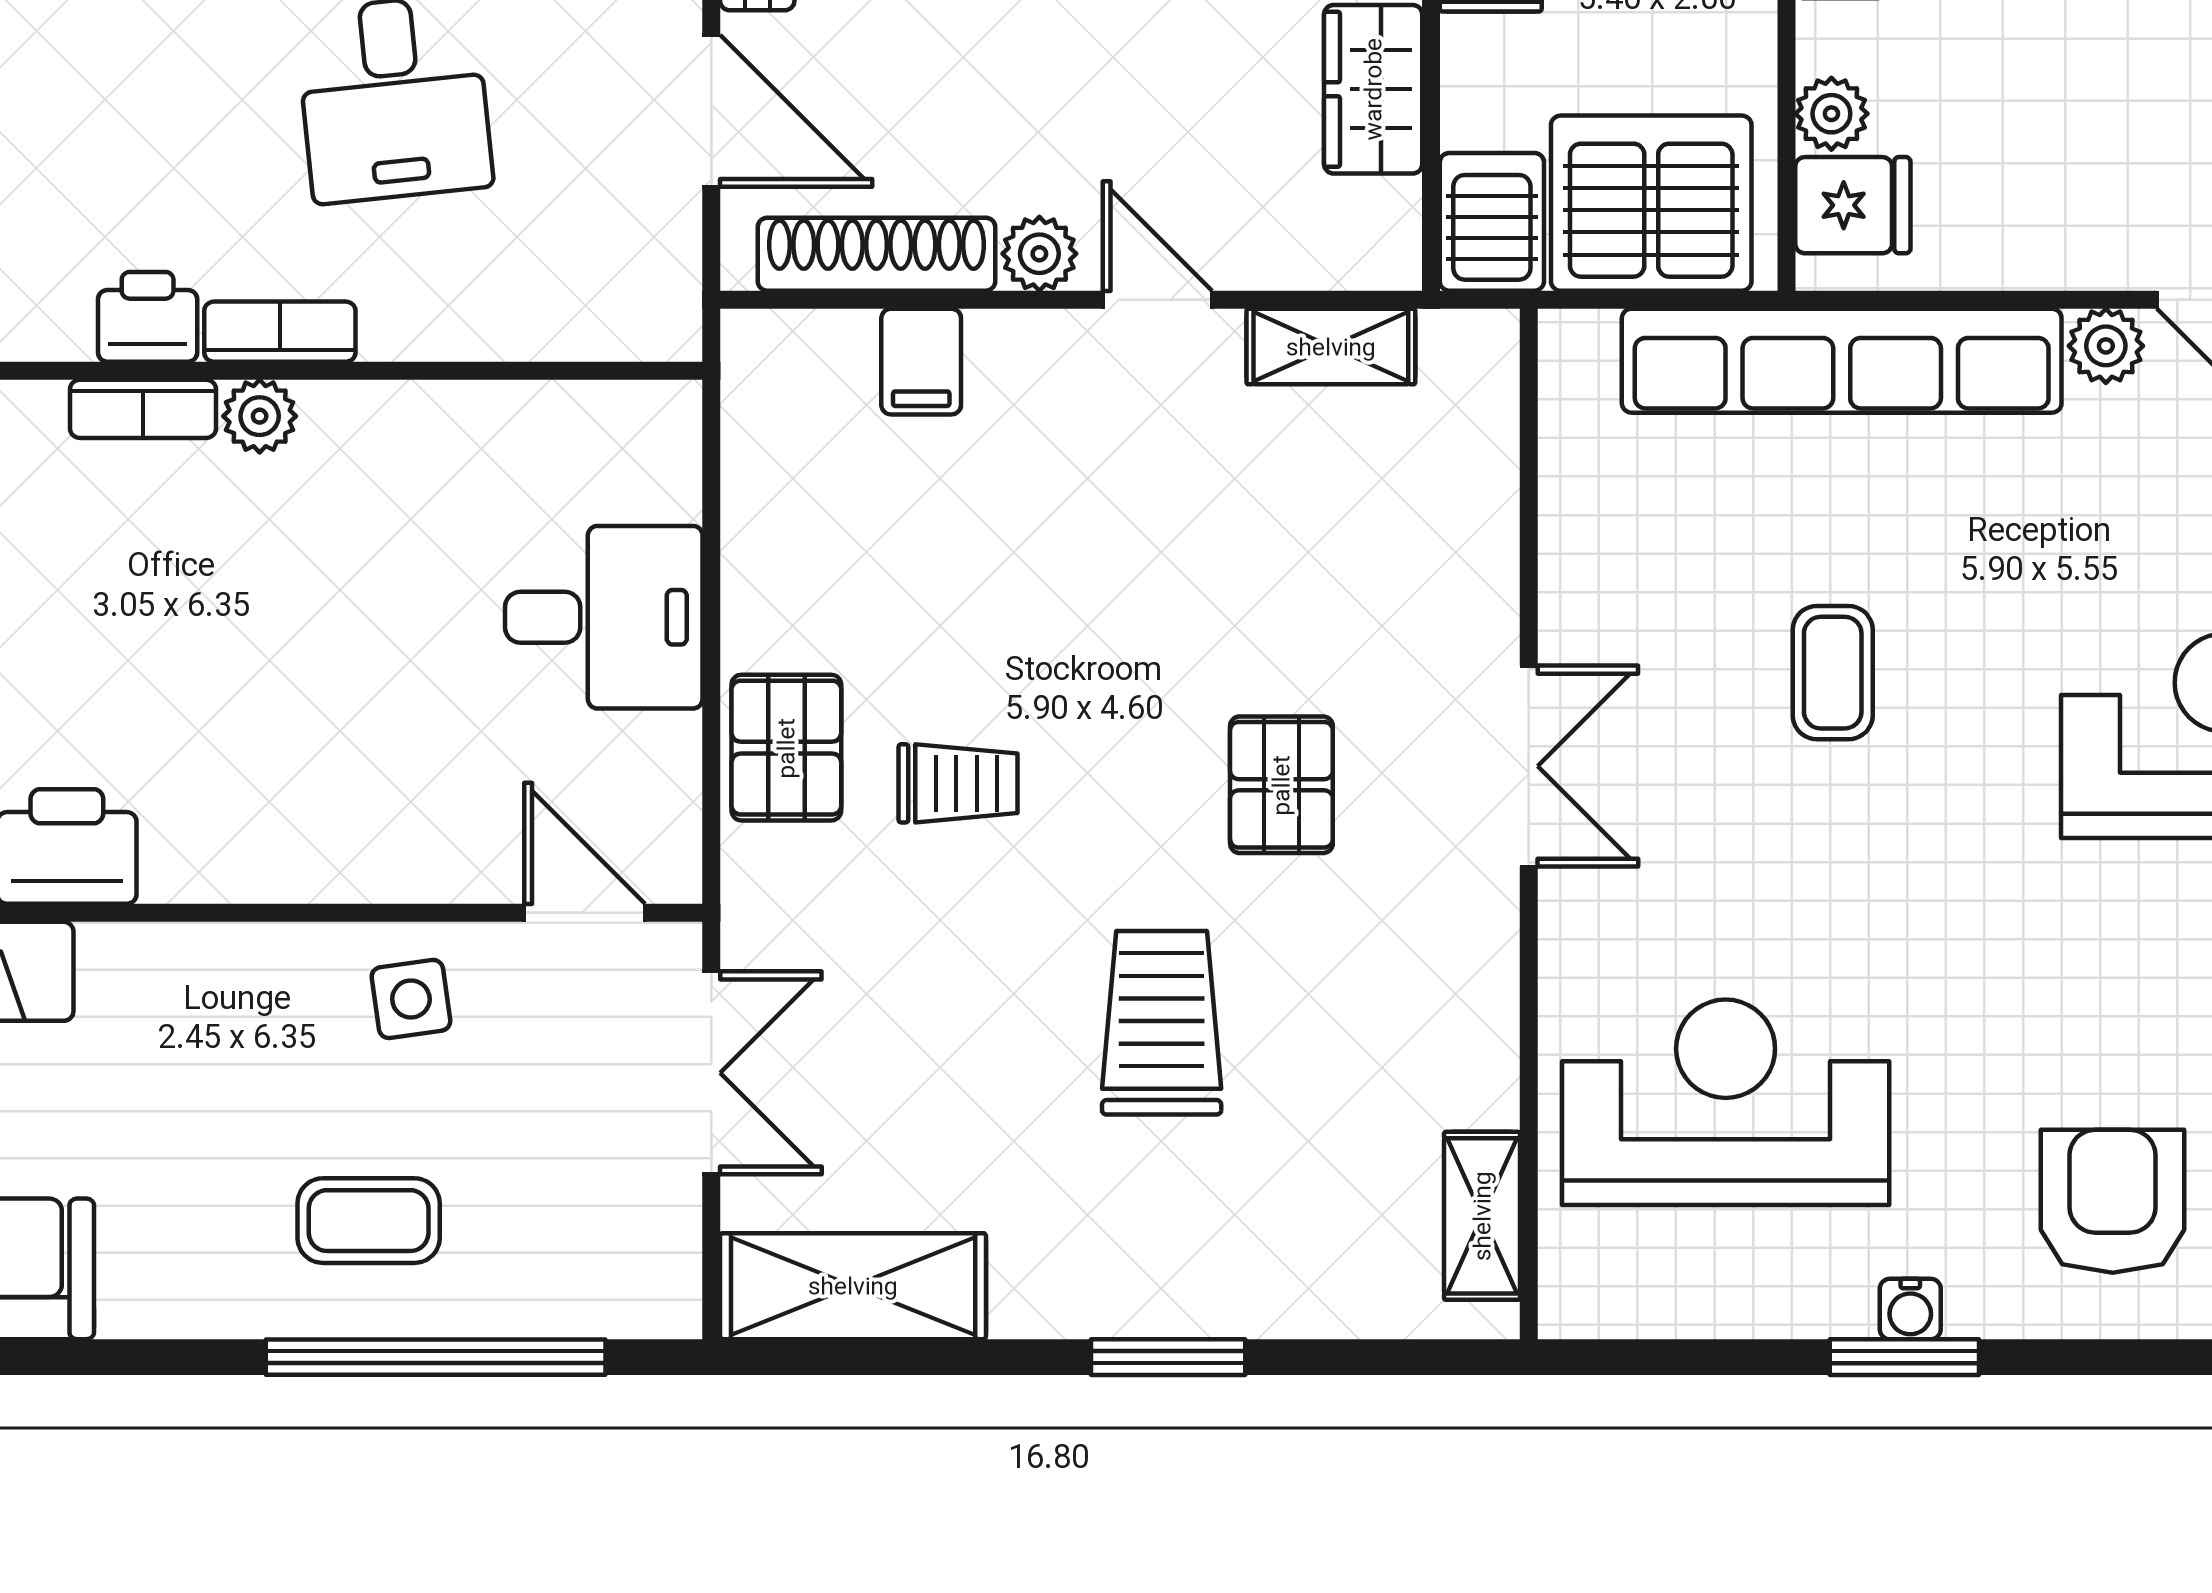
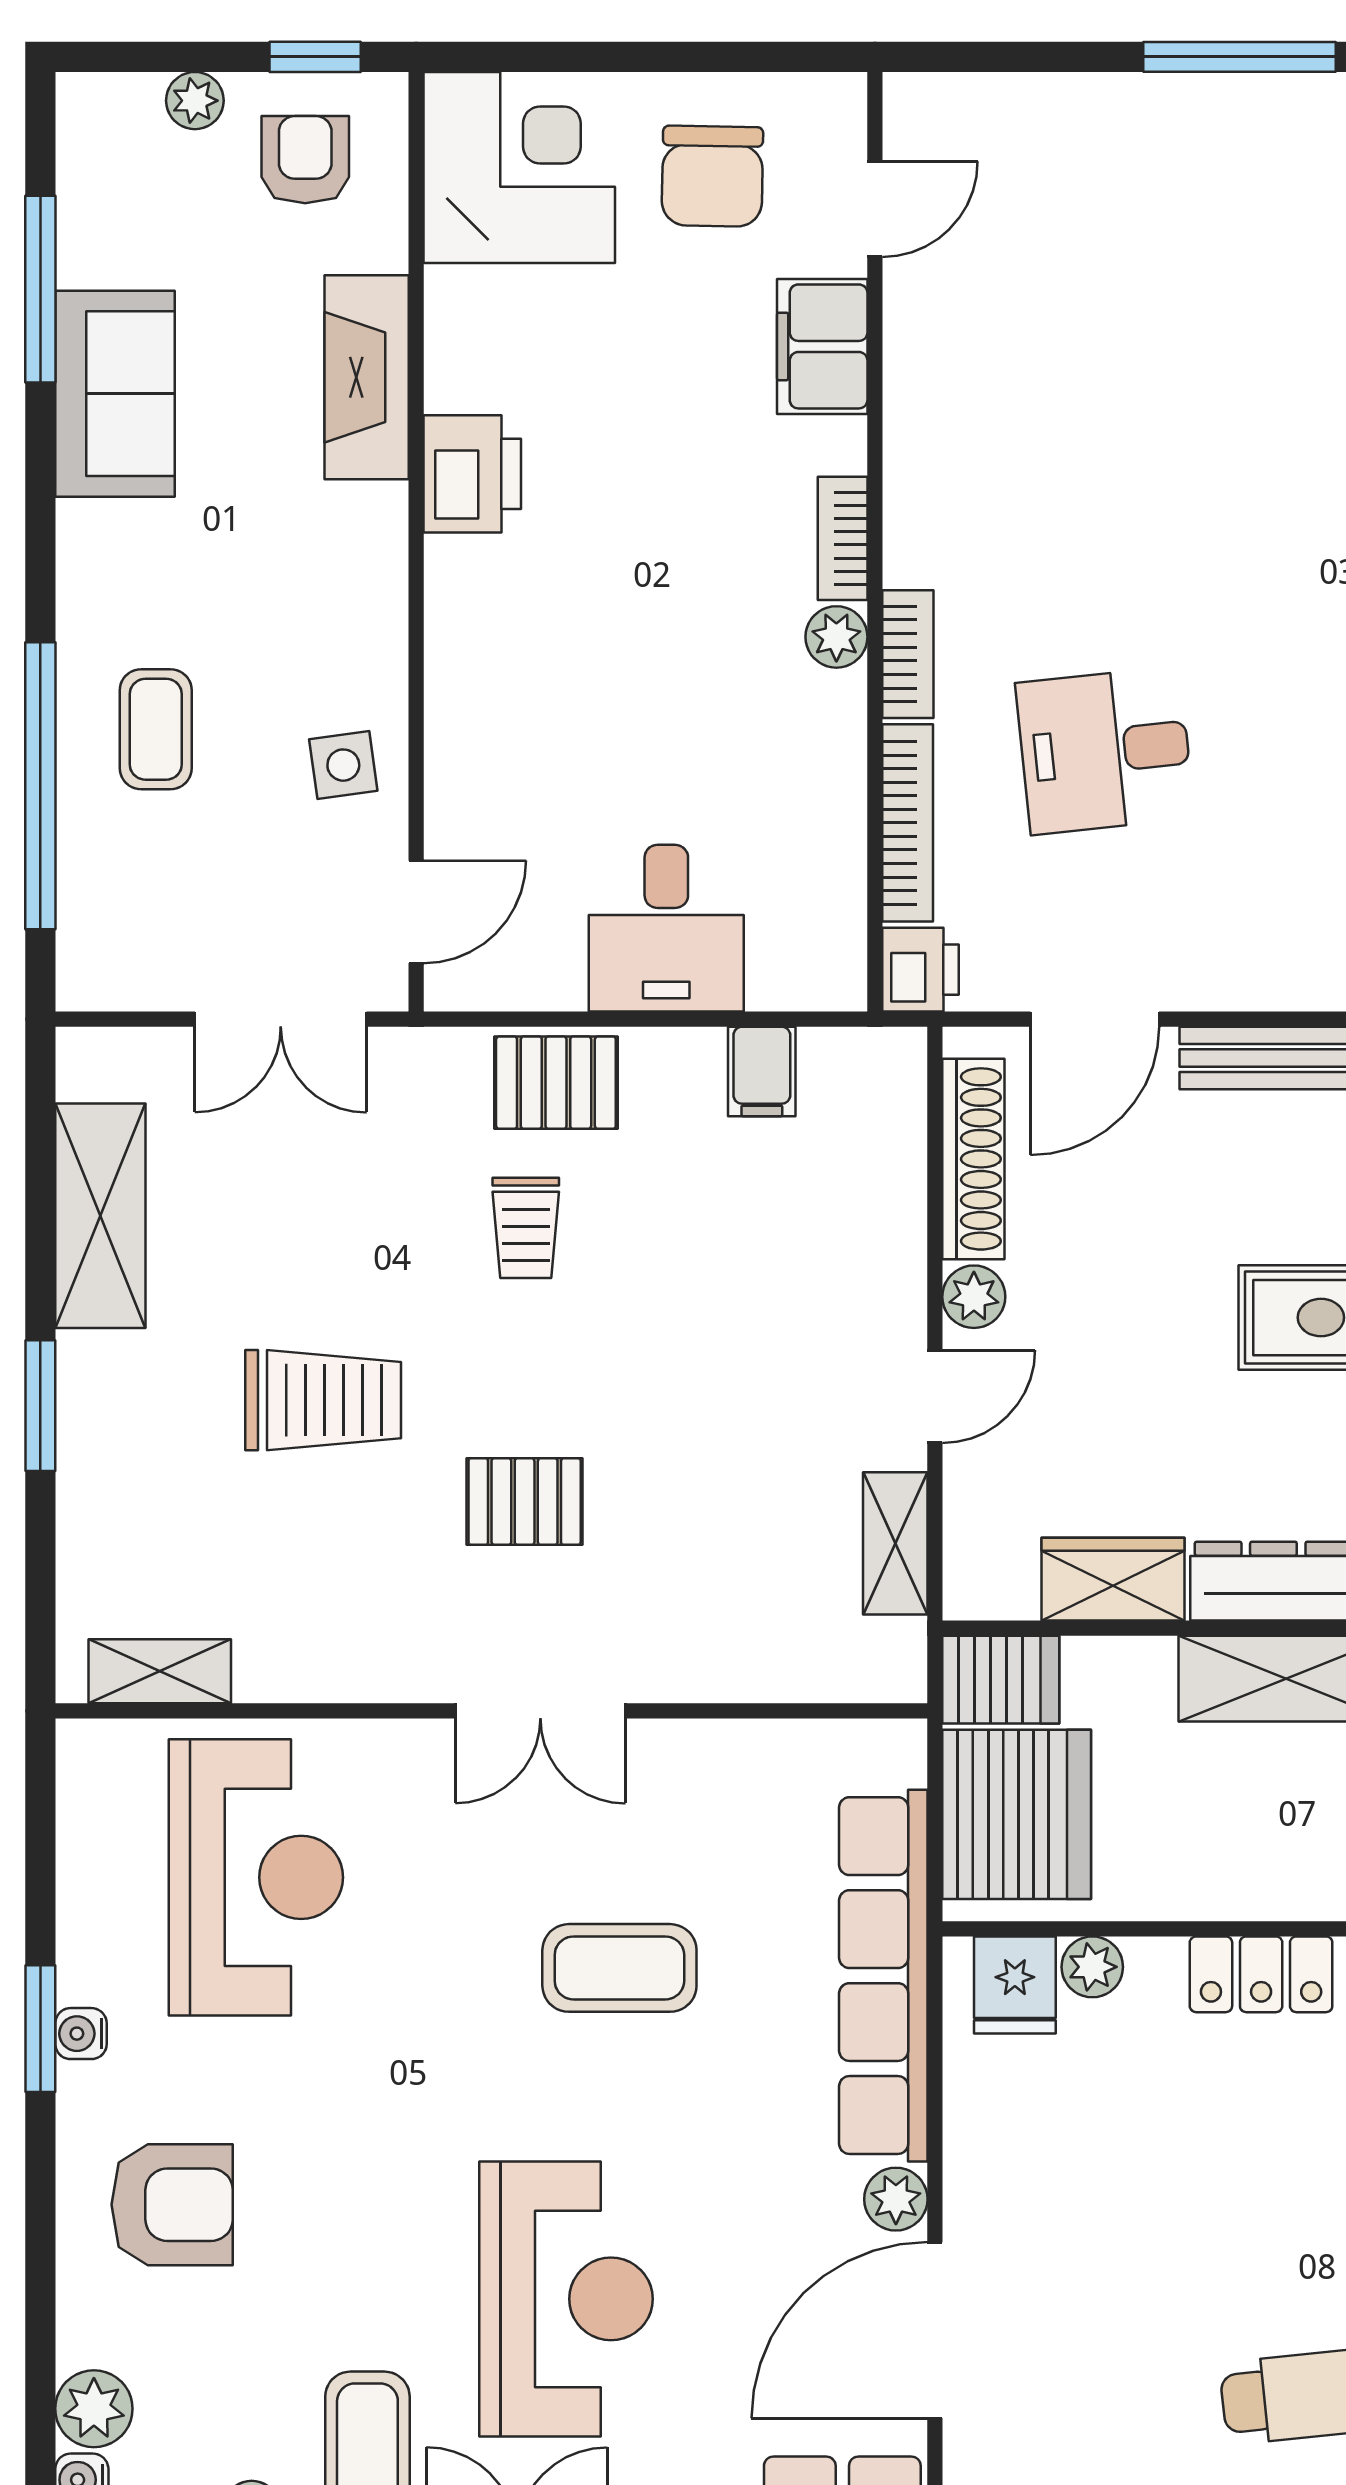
printer: (148, 317) -> (920, 970), moved
bookcase: (479, 332) -> (908, 823), added
filing cabinet: (921, 362) -> (762, 1071), moved, turned -90
coffee table: (1833, 673) -> (619, 1968), width x1.36, depth x1.30
shelving: (853, 1286) -> (100, 1216), moved

